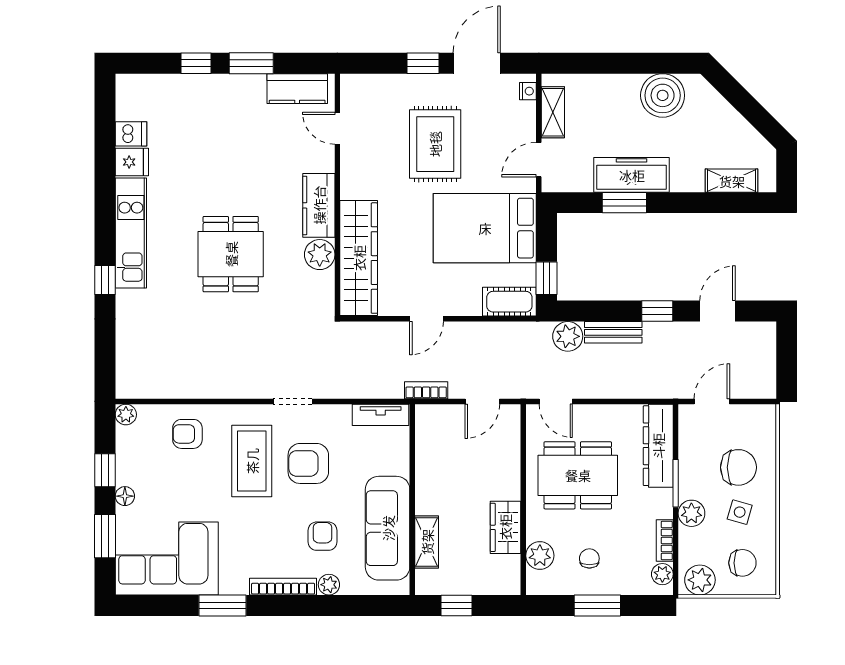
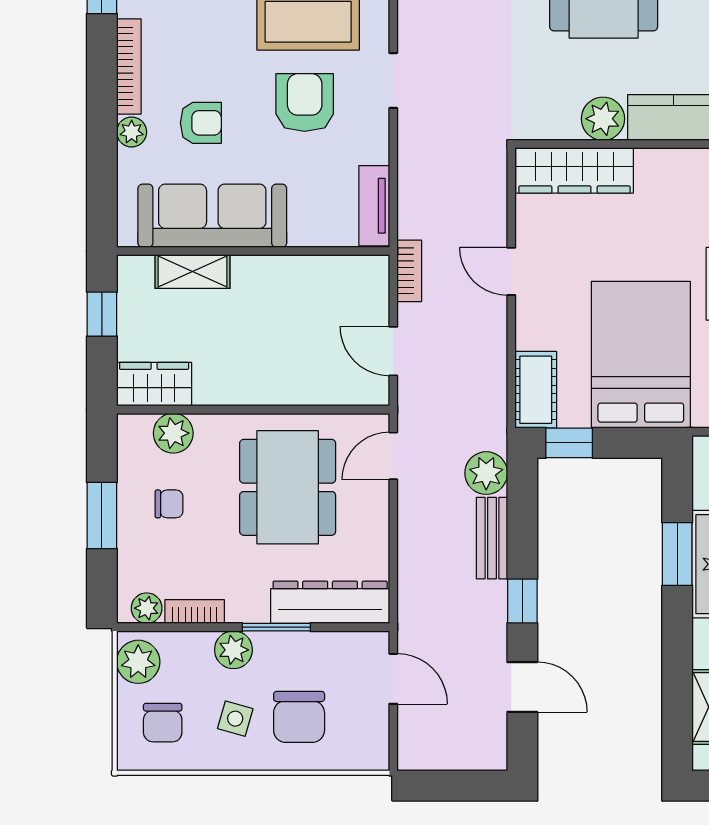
wardrobe: (359, 258) -> (575, 170), width x0.71, depth x0.85
wardrobe: (505, 527) -> (154, 384), moved

